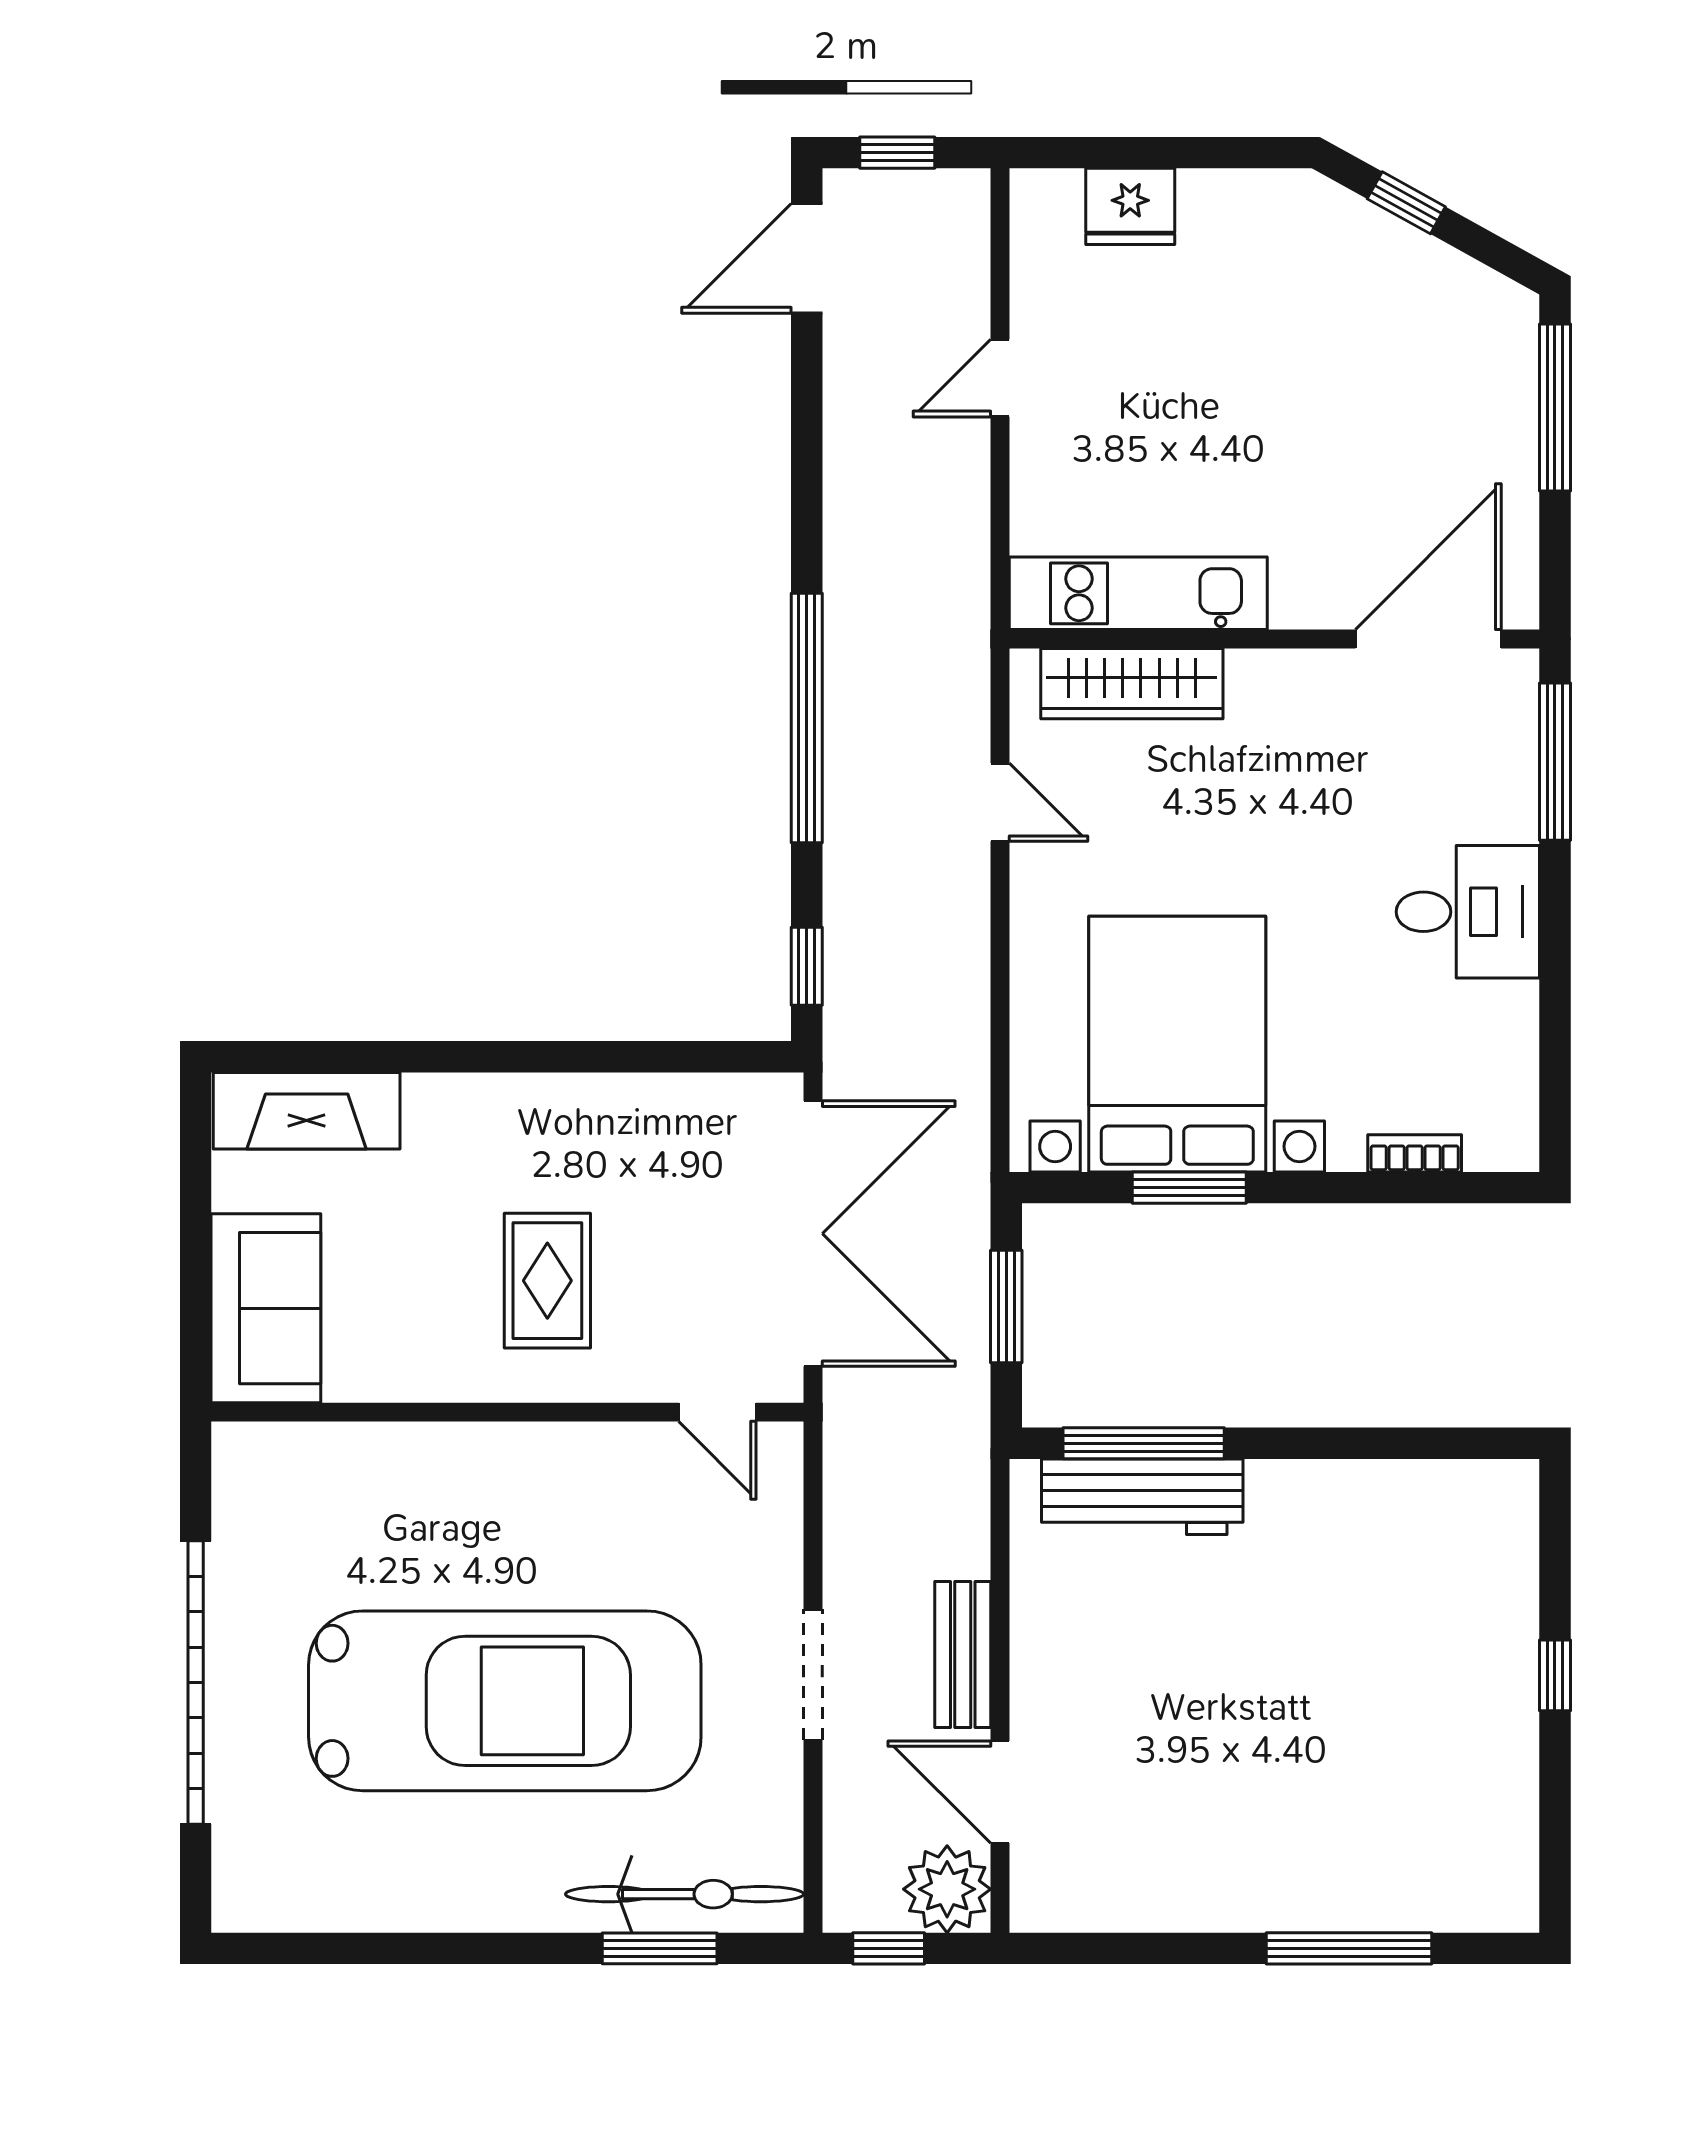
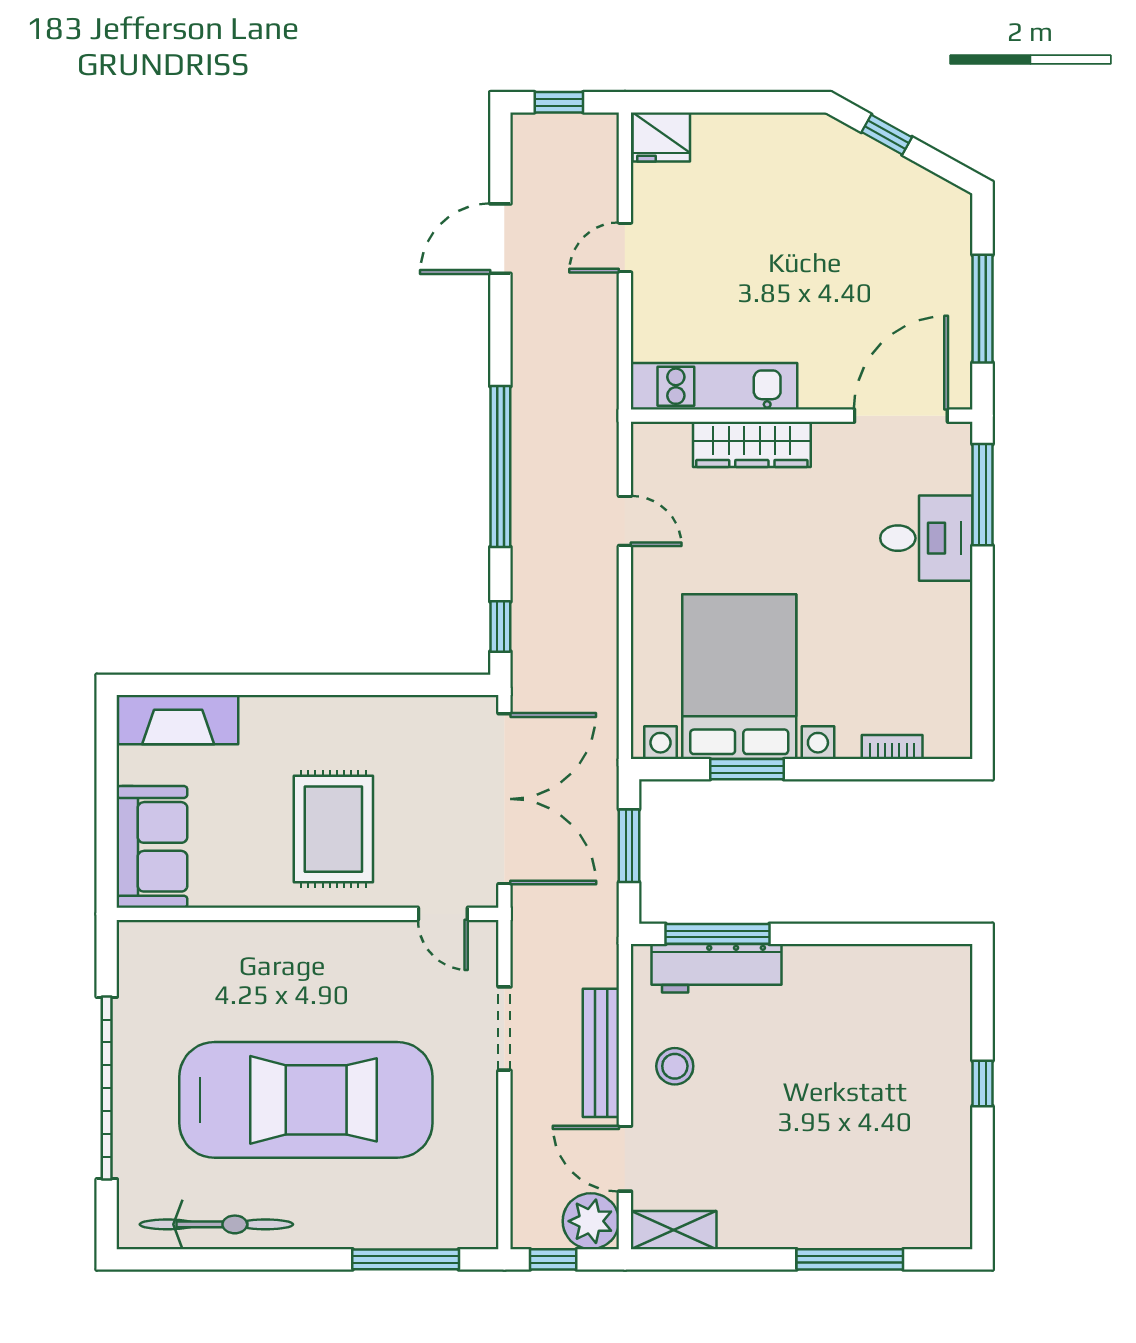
fridge: (1130, 206) -> (661, 137), moved
door: (807, 258) -> (500, 239), moved
window: (1555, 408) -> (983, 309), moved
wardrobe: (1132, 684) -> (752, 444), moved
desk: (1468, 912) -> (926, 538), moved
rug: (547, 1281) -> (333, 829), width x1.36, depth x1.43
stool: (1077, 1649) -> (675, 1066), added
bench: (963, 1654) -> (601, 1053), width x1.36
doorway: (813, 1675) -> (504, 1029), moved
bicycle: (685, 1894) -> (216, 1224), moved
shelving: (1076, 1903) -> (674, 1230), added
window: (660, 1948) -> (406, 1259), width x1.44

